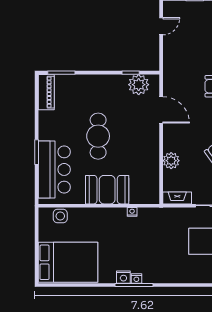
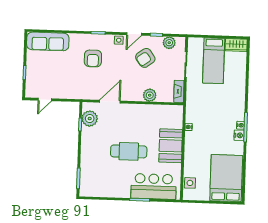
door: (161, 26) -> (45, 99), swing flipped
piano: (46, 92) -> (93, 191), removed

